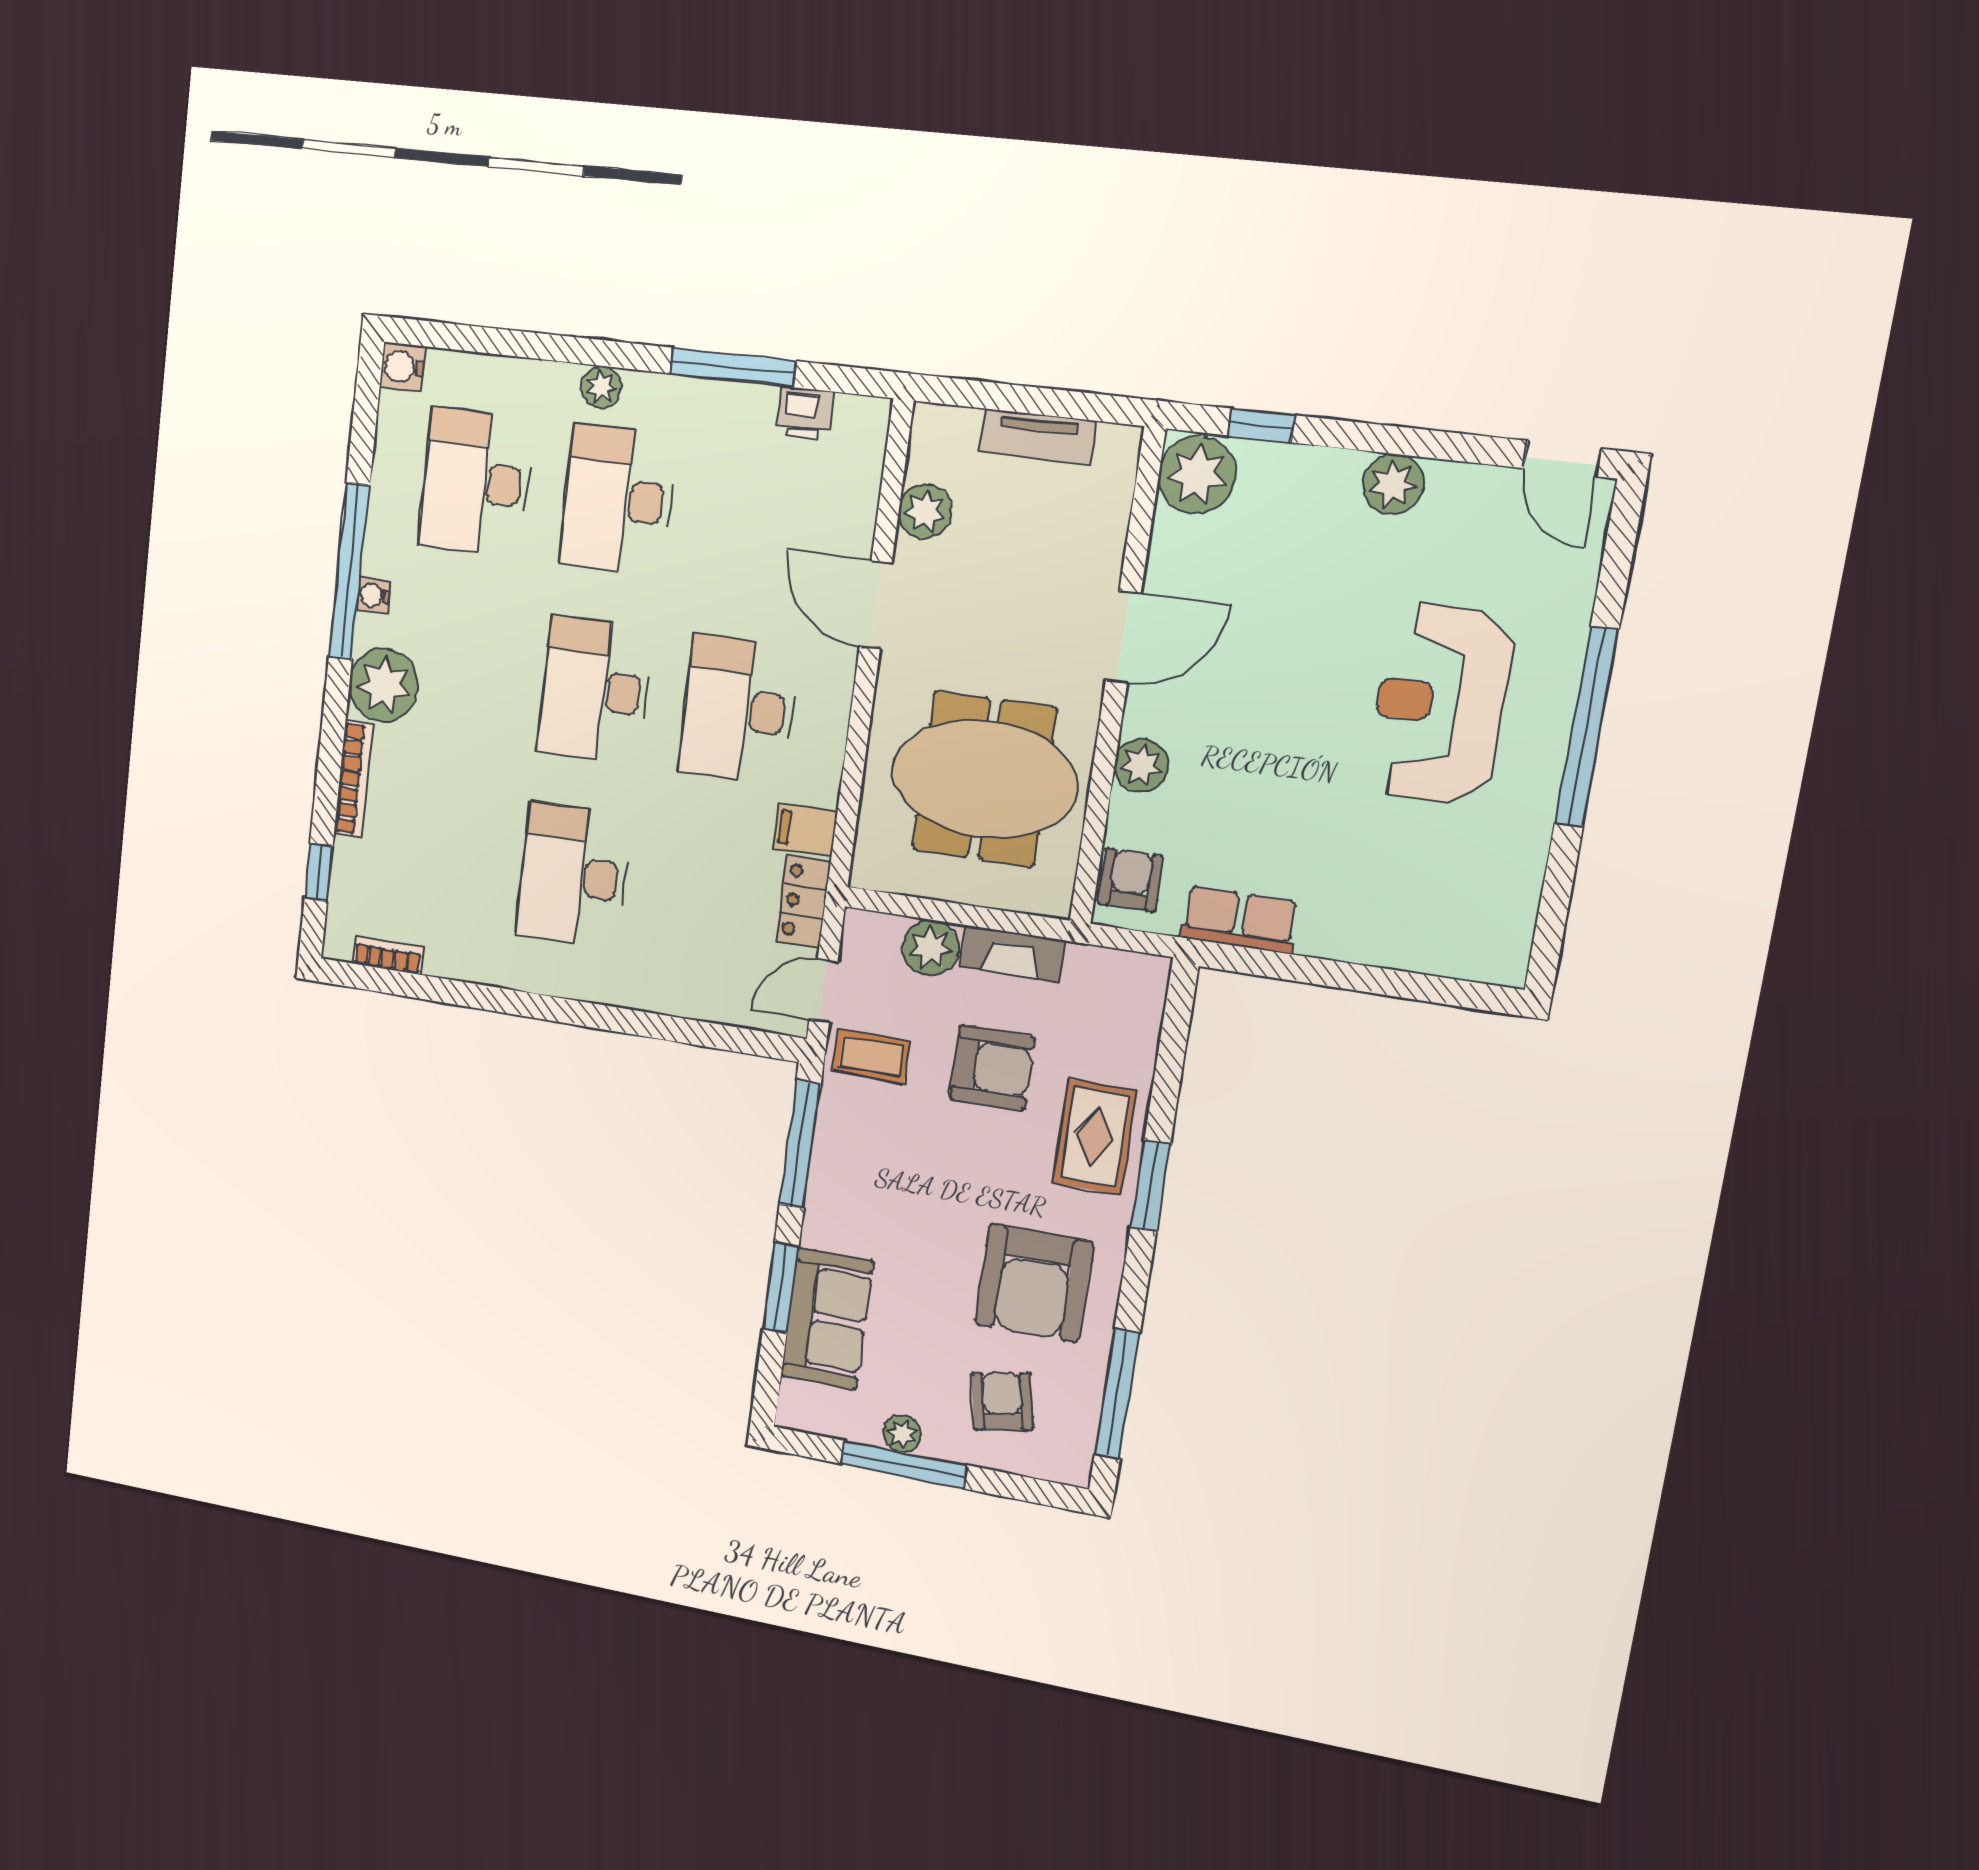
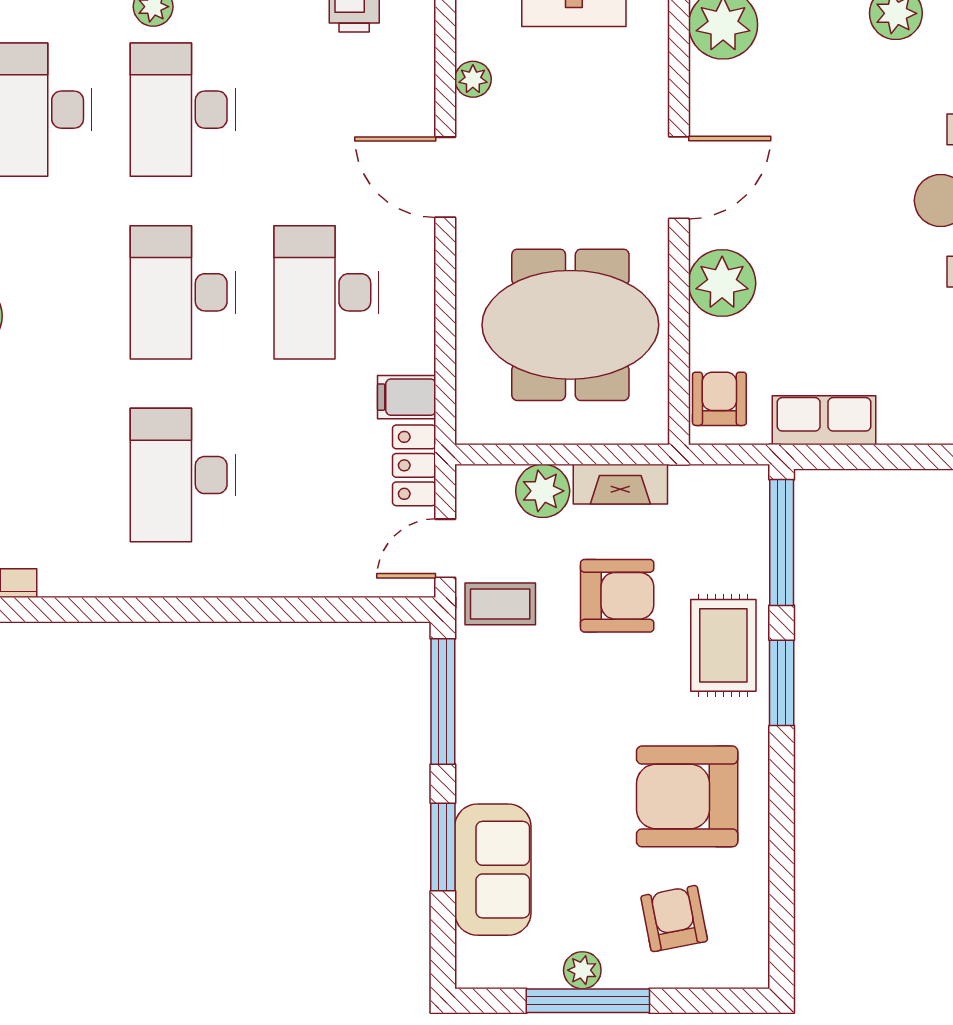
plant: (925, 511) -> (473, 79), width x0.73, depth x0.73
plant: (1141, 765) -> (722, 283), width x1.36, depth x1.36
armchair: (1034, 1283) -> (687, 796), turned 90
window: (1117, 1394) -> (782, 543), moved

